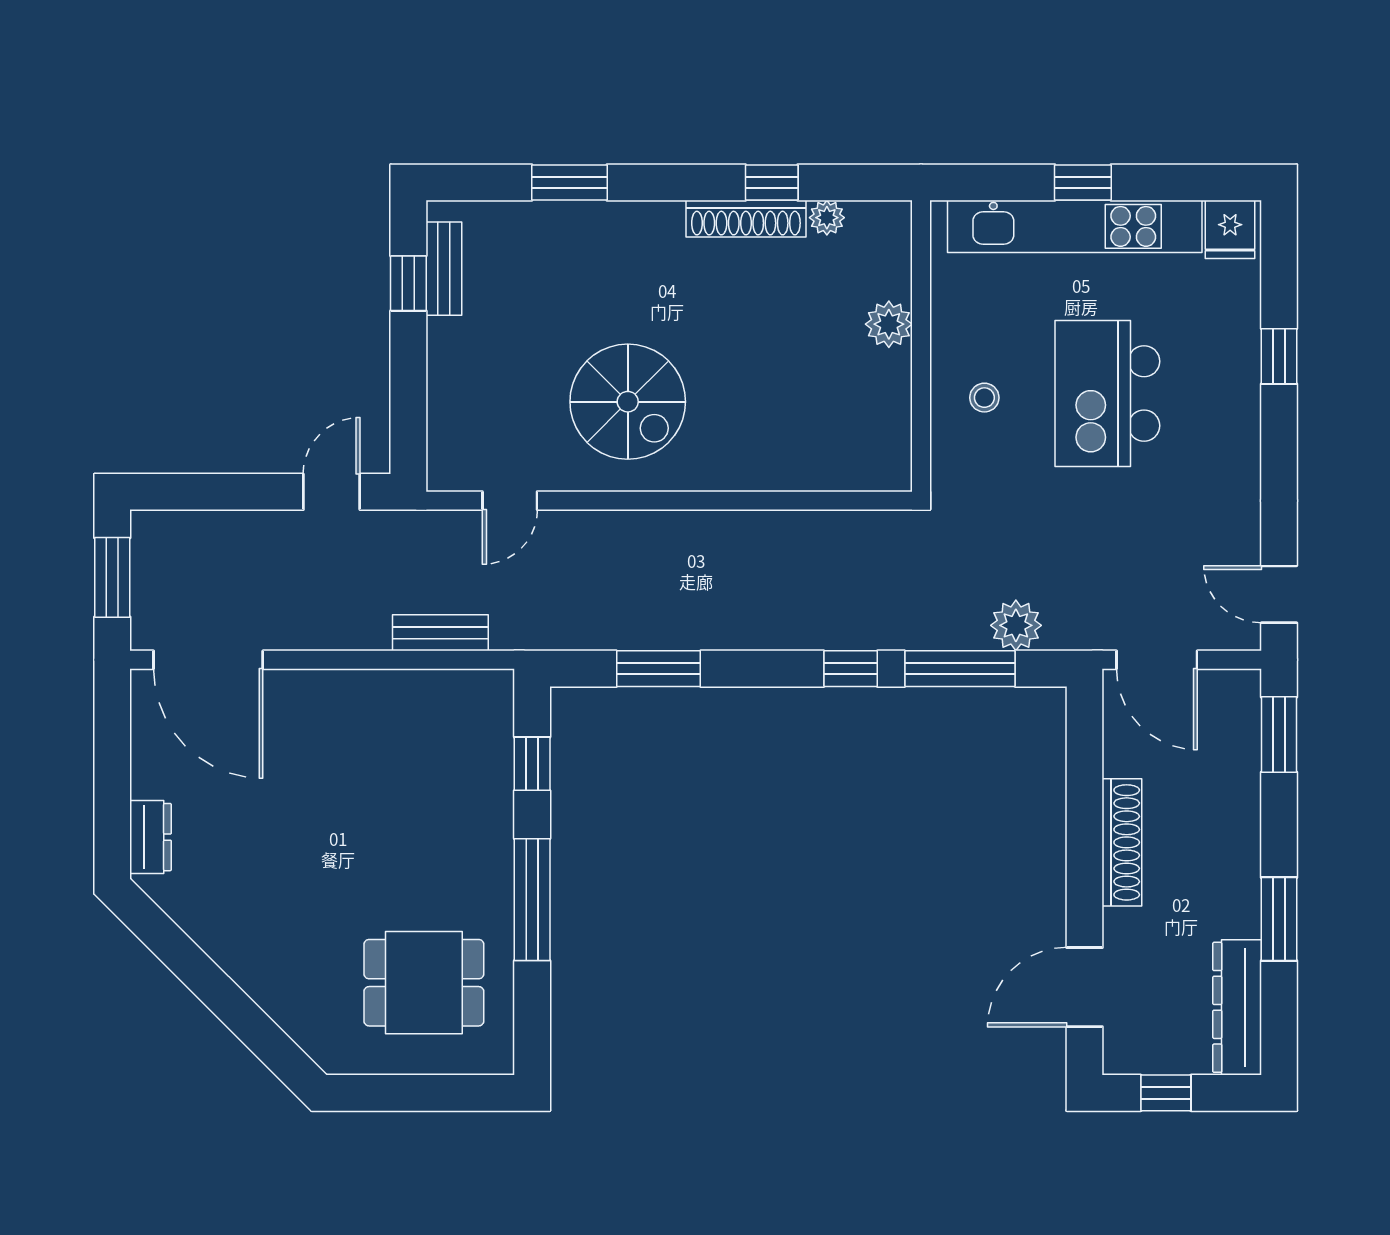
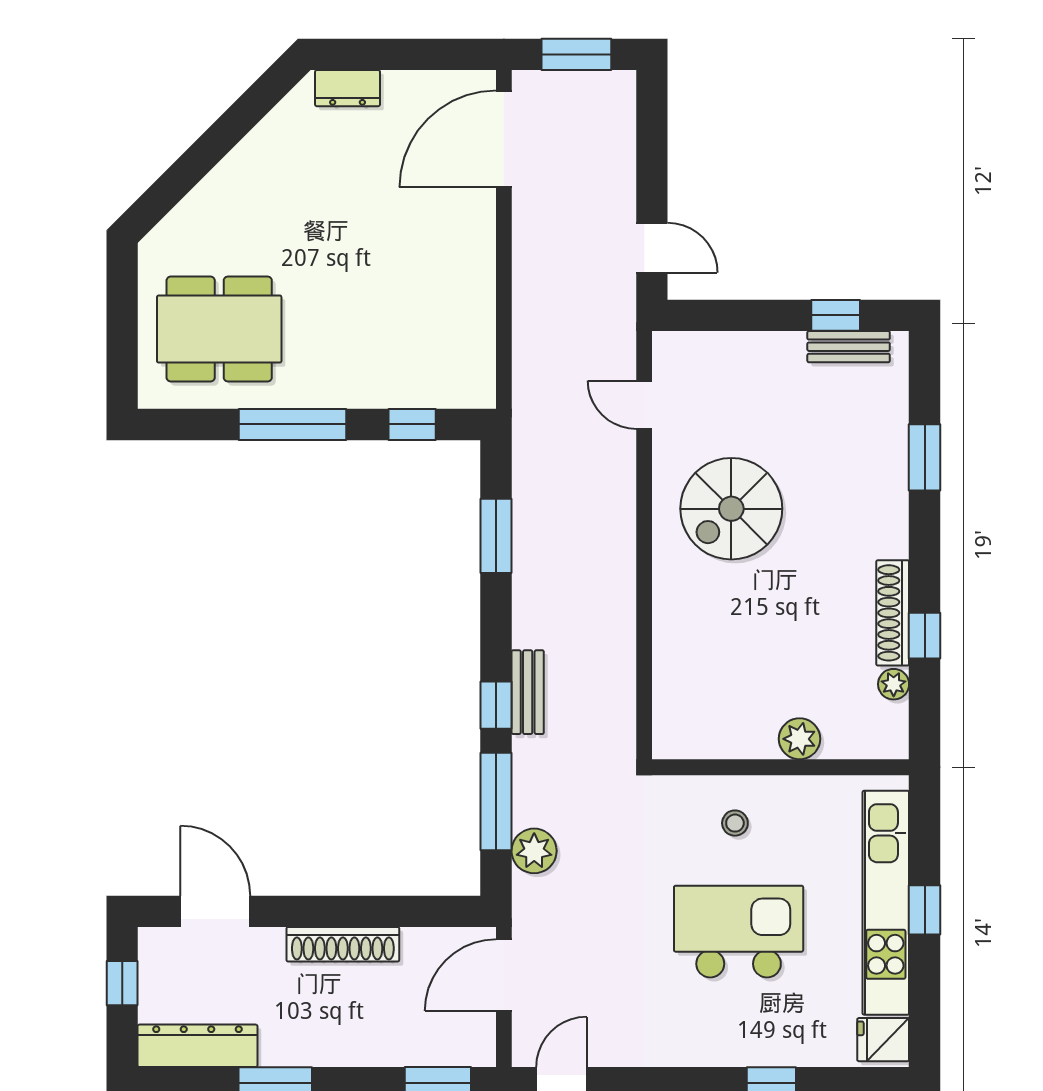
bench: (440, 633) -> (528, 692), moved
dining table: (424, 983) -> (219, 329), width x1.38

